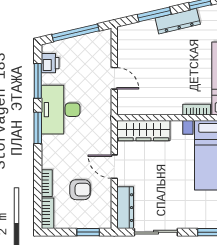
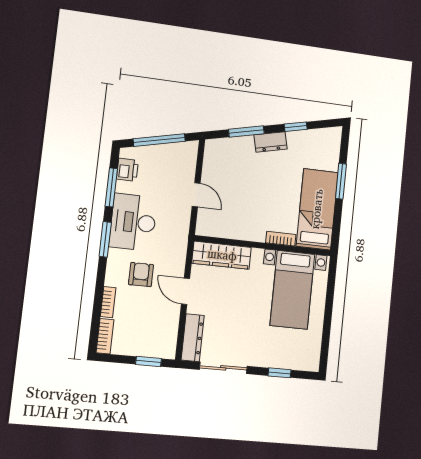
dresser: (178, 21) -> (270, 142), width x0.70
armchair: (80, 190) -> (141, 275), moved, turned -90

